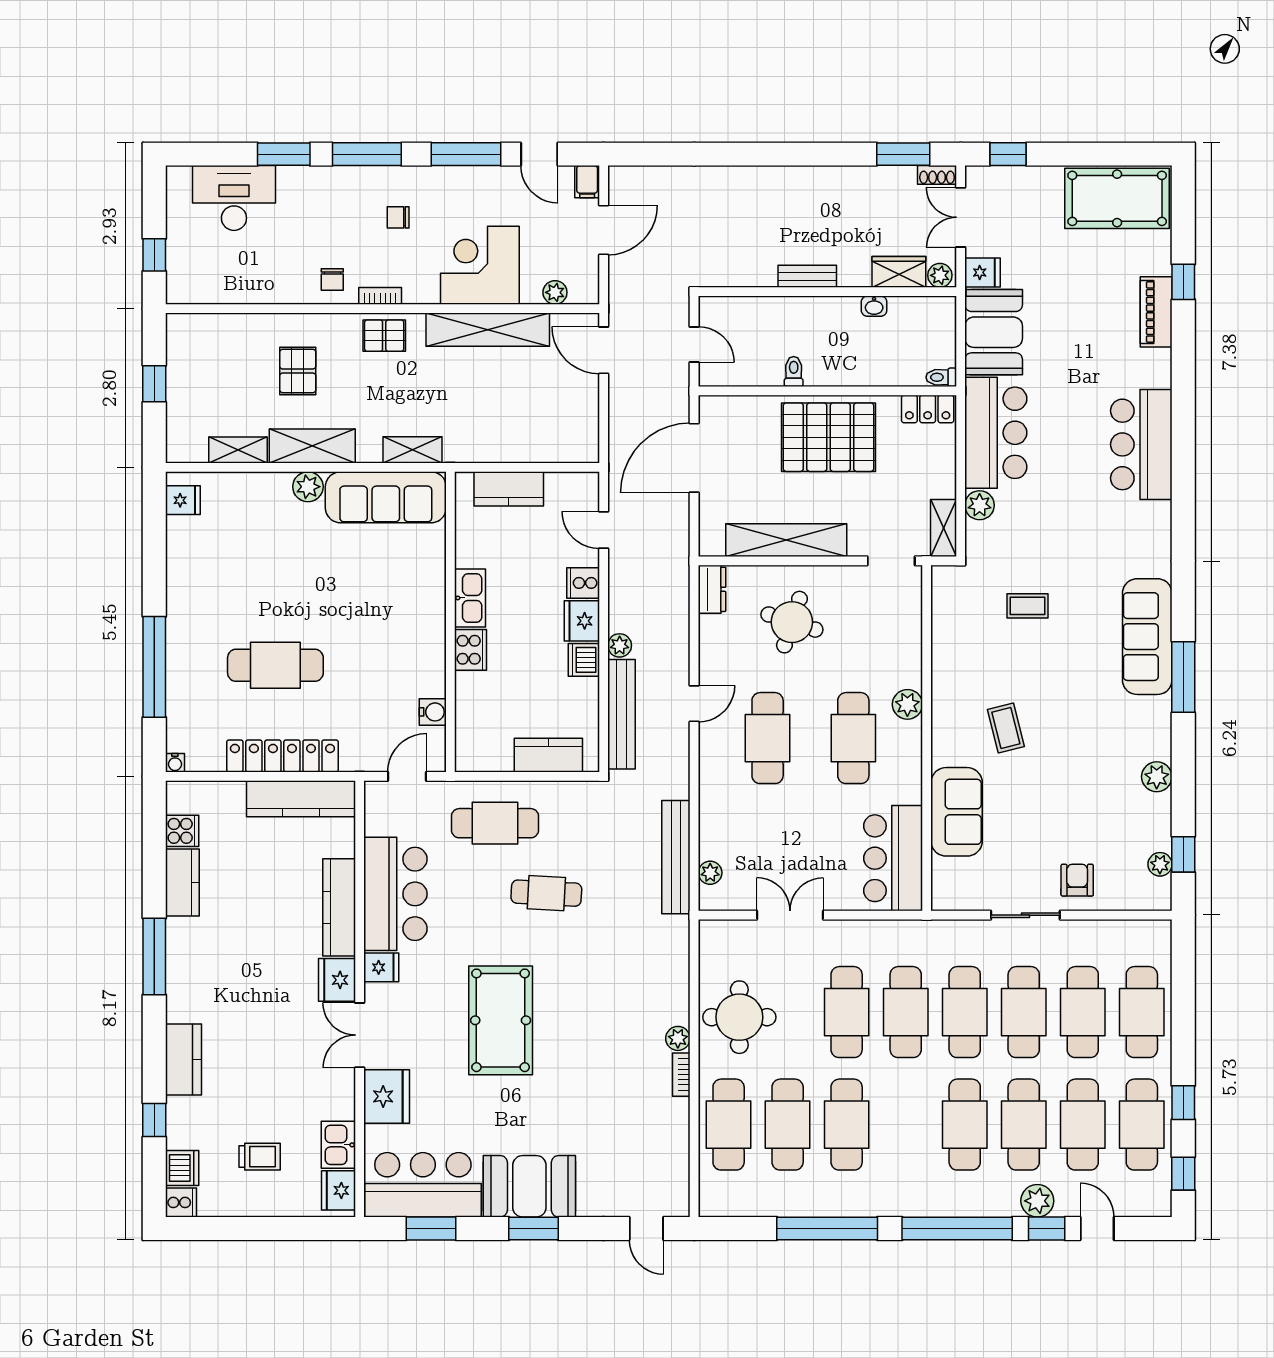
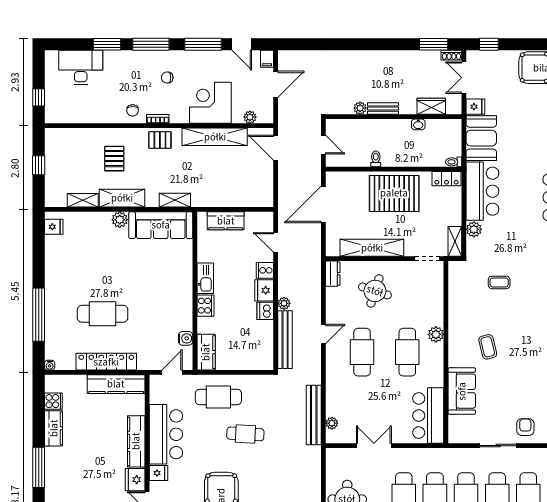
plant: (940, 275) -> (360, 108), moved
kitchen counter: (548, 755) -> (206, 352), moved, turned 90

